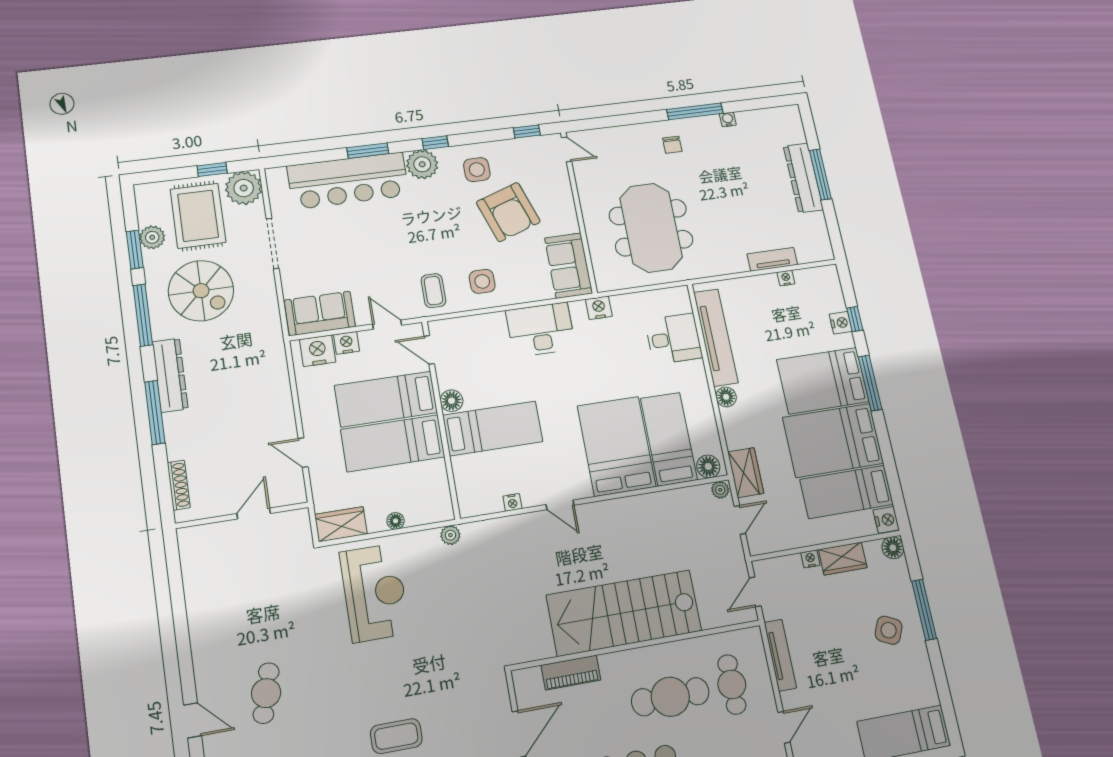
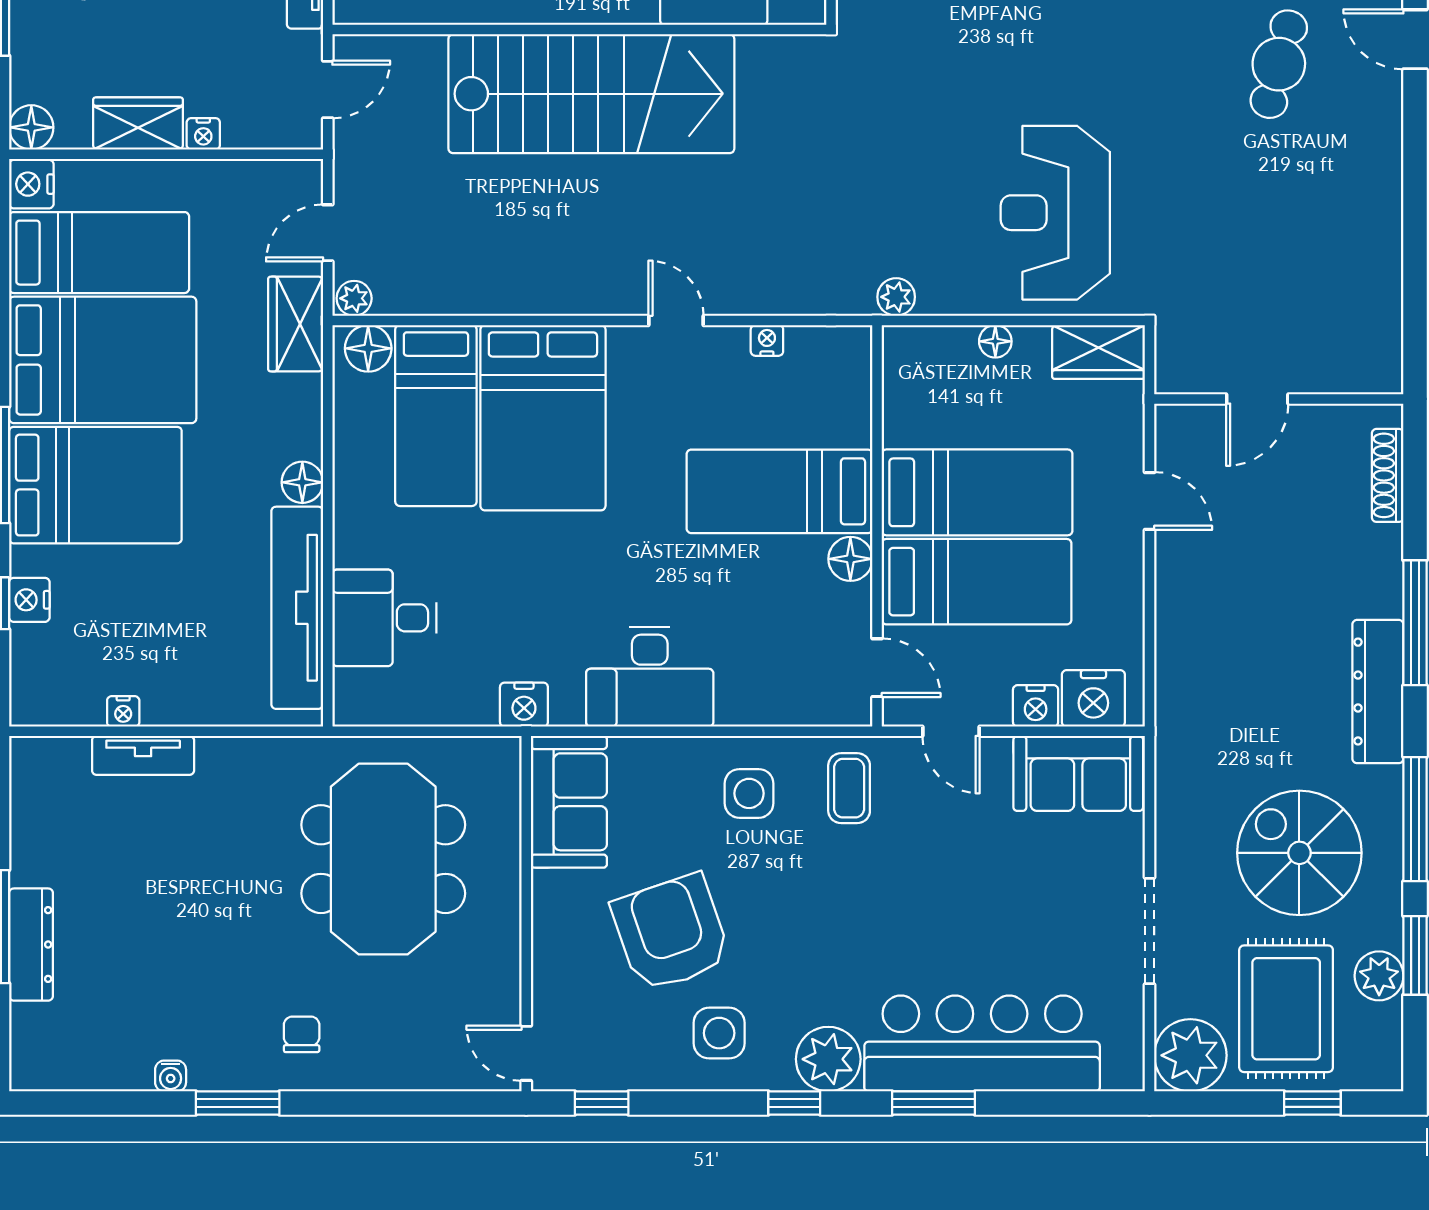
window: (695, 111) -> (238, 1103), width x0.69
window: (212, 169) -> (1312, 1103), moved
dresser: (803, 178) -> (31, 945), width x0.73, depth x0.80

